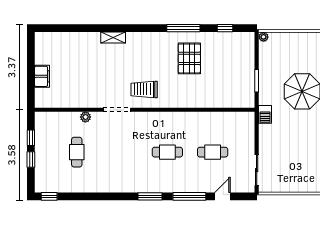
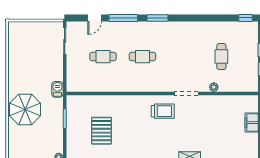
pallet: (189, 58) -> (102, 131), moved

